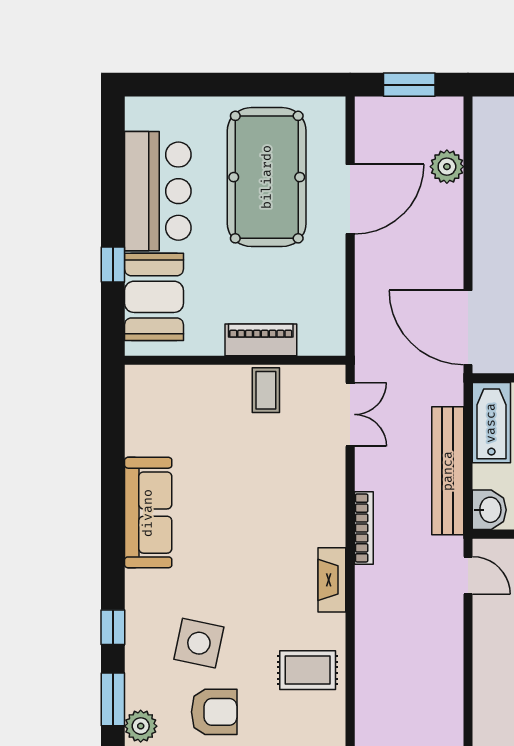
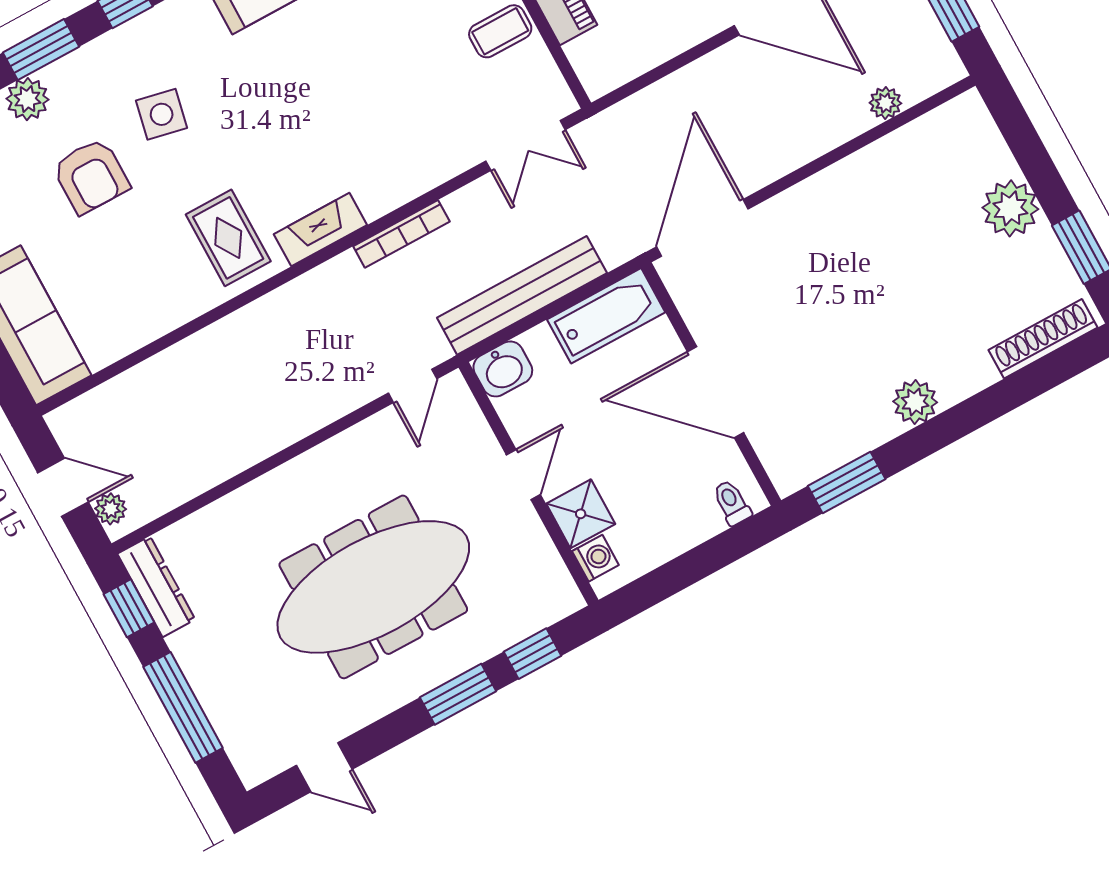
plant: (447, 167) -> (885, 103), width x0.73, depth x0.73
side table: (199, 643) -> (162, 114), width x0.73, depth x0.73
rug: (308, 670) -> (228, 238), moved

